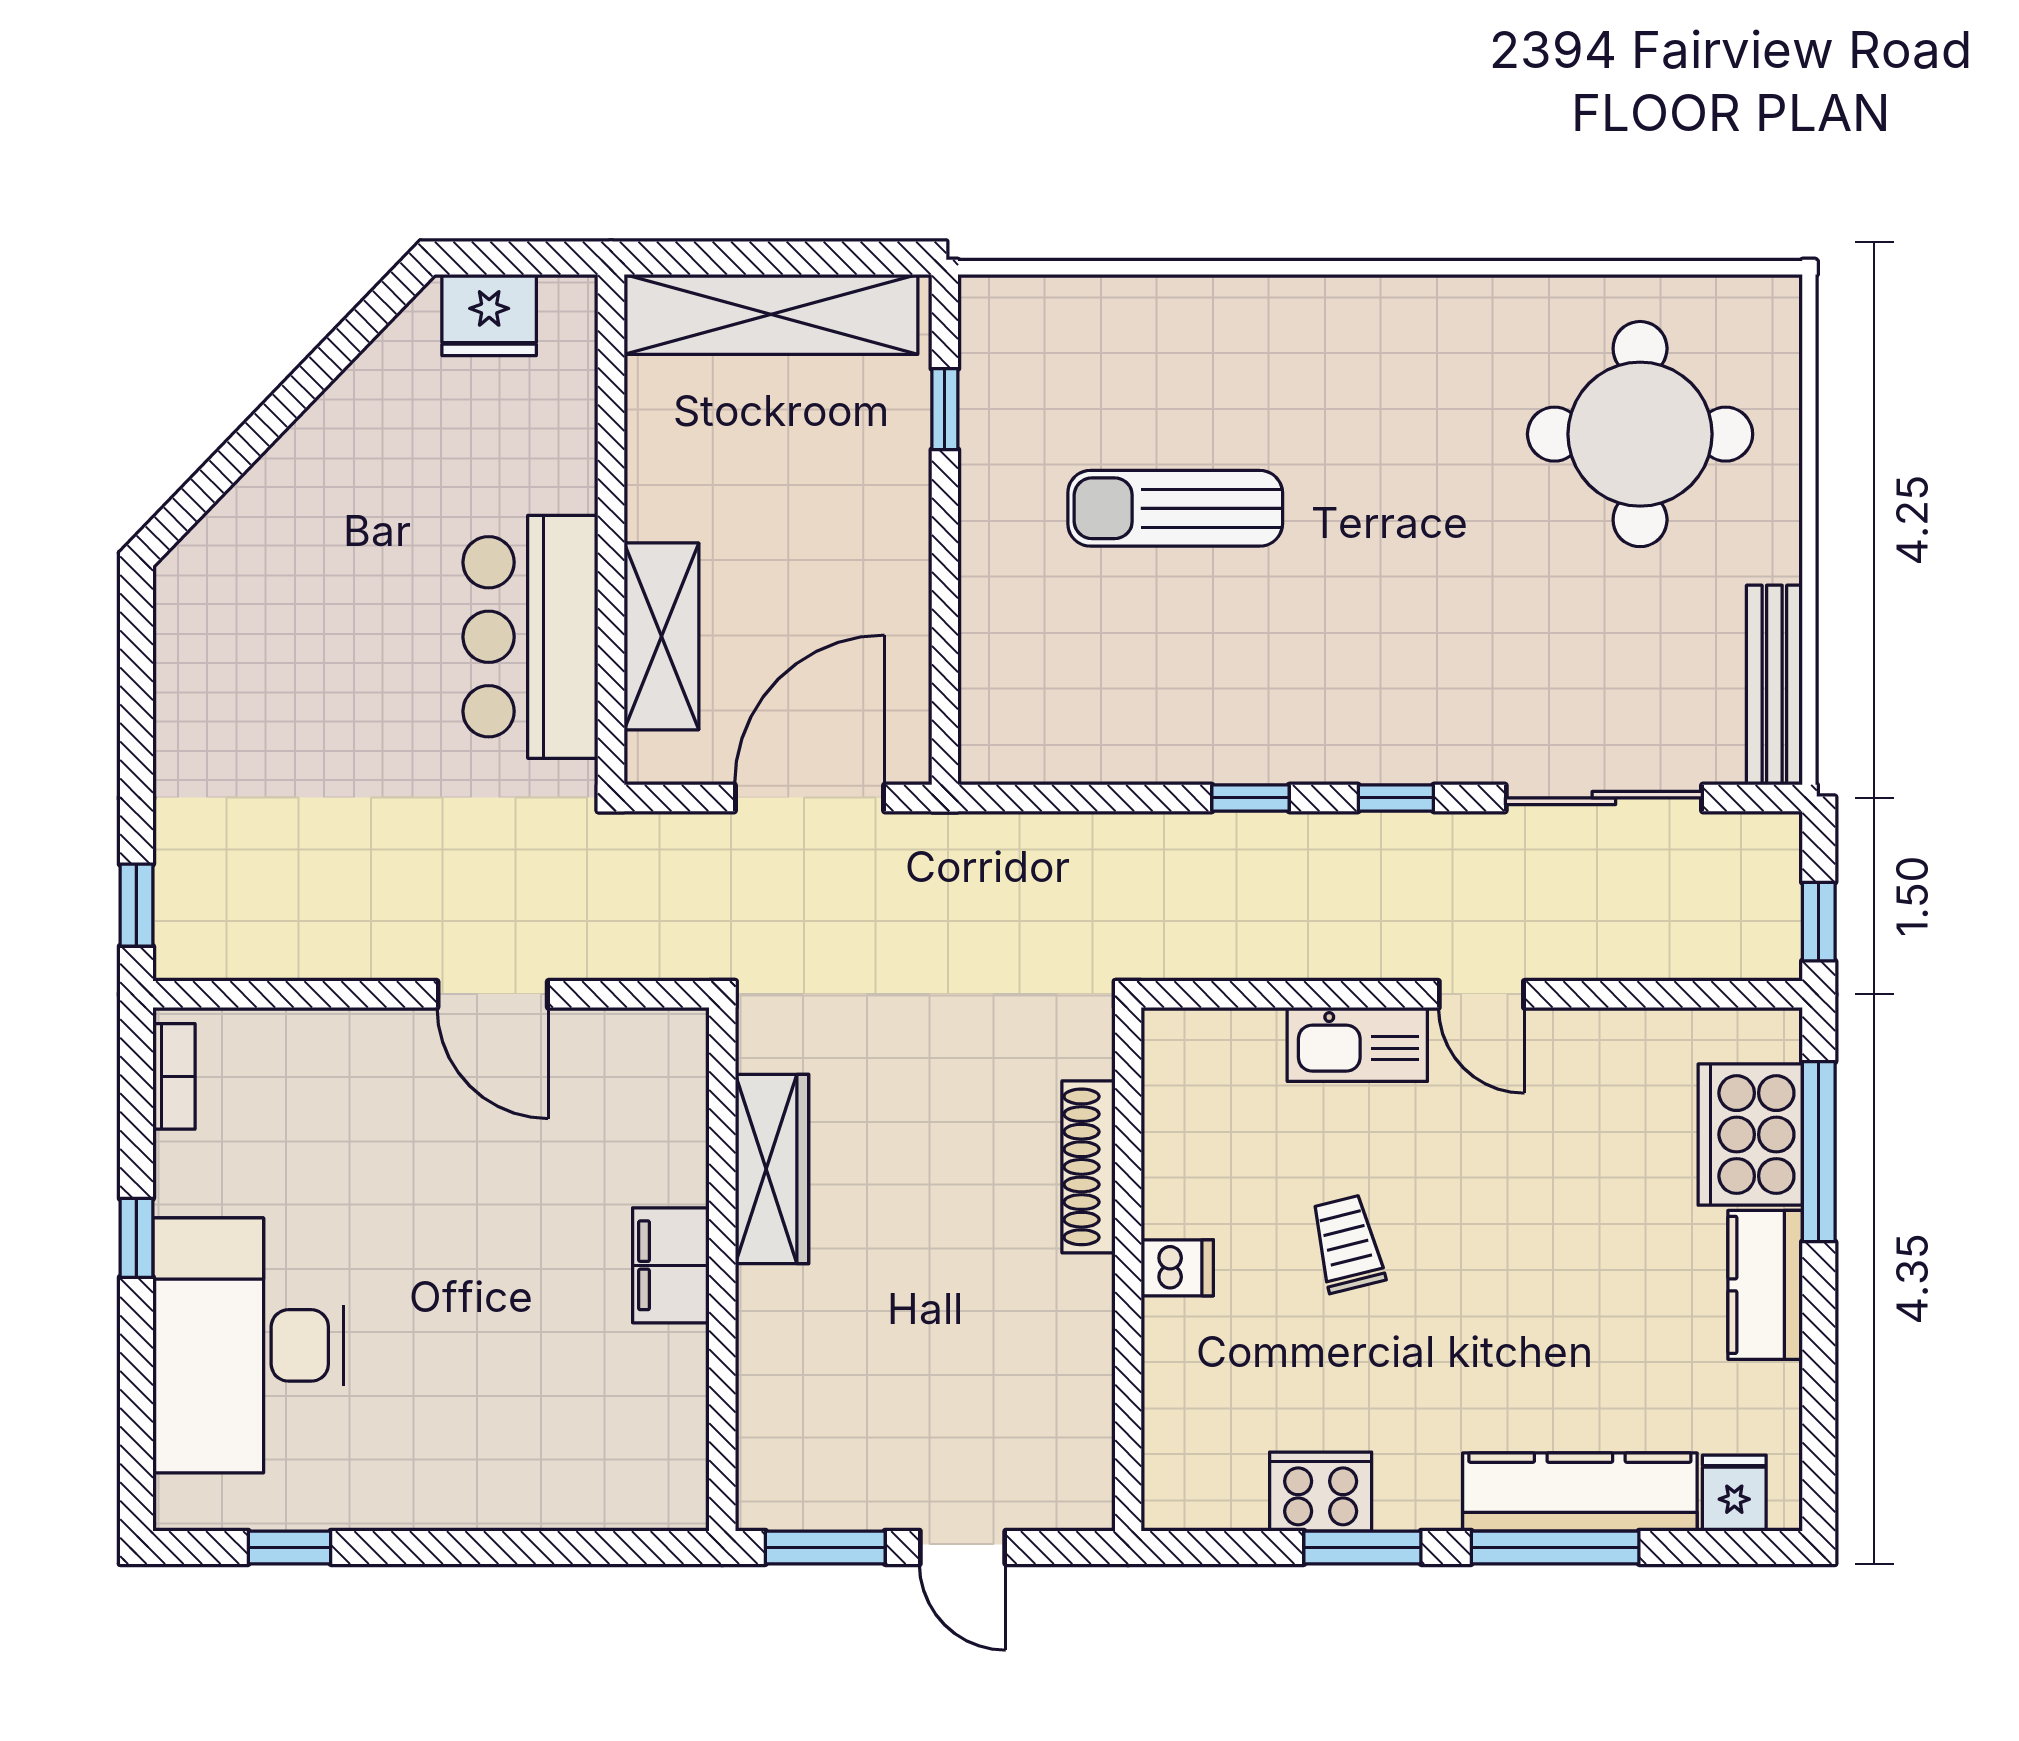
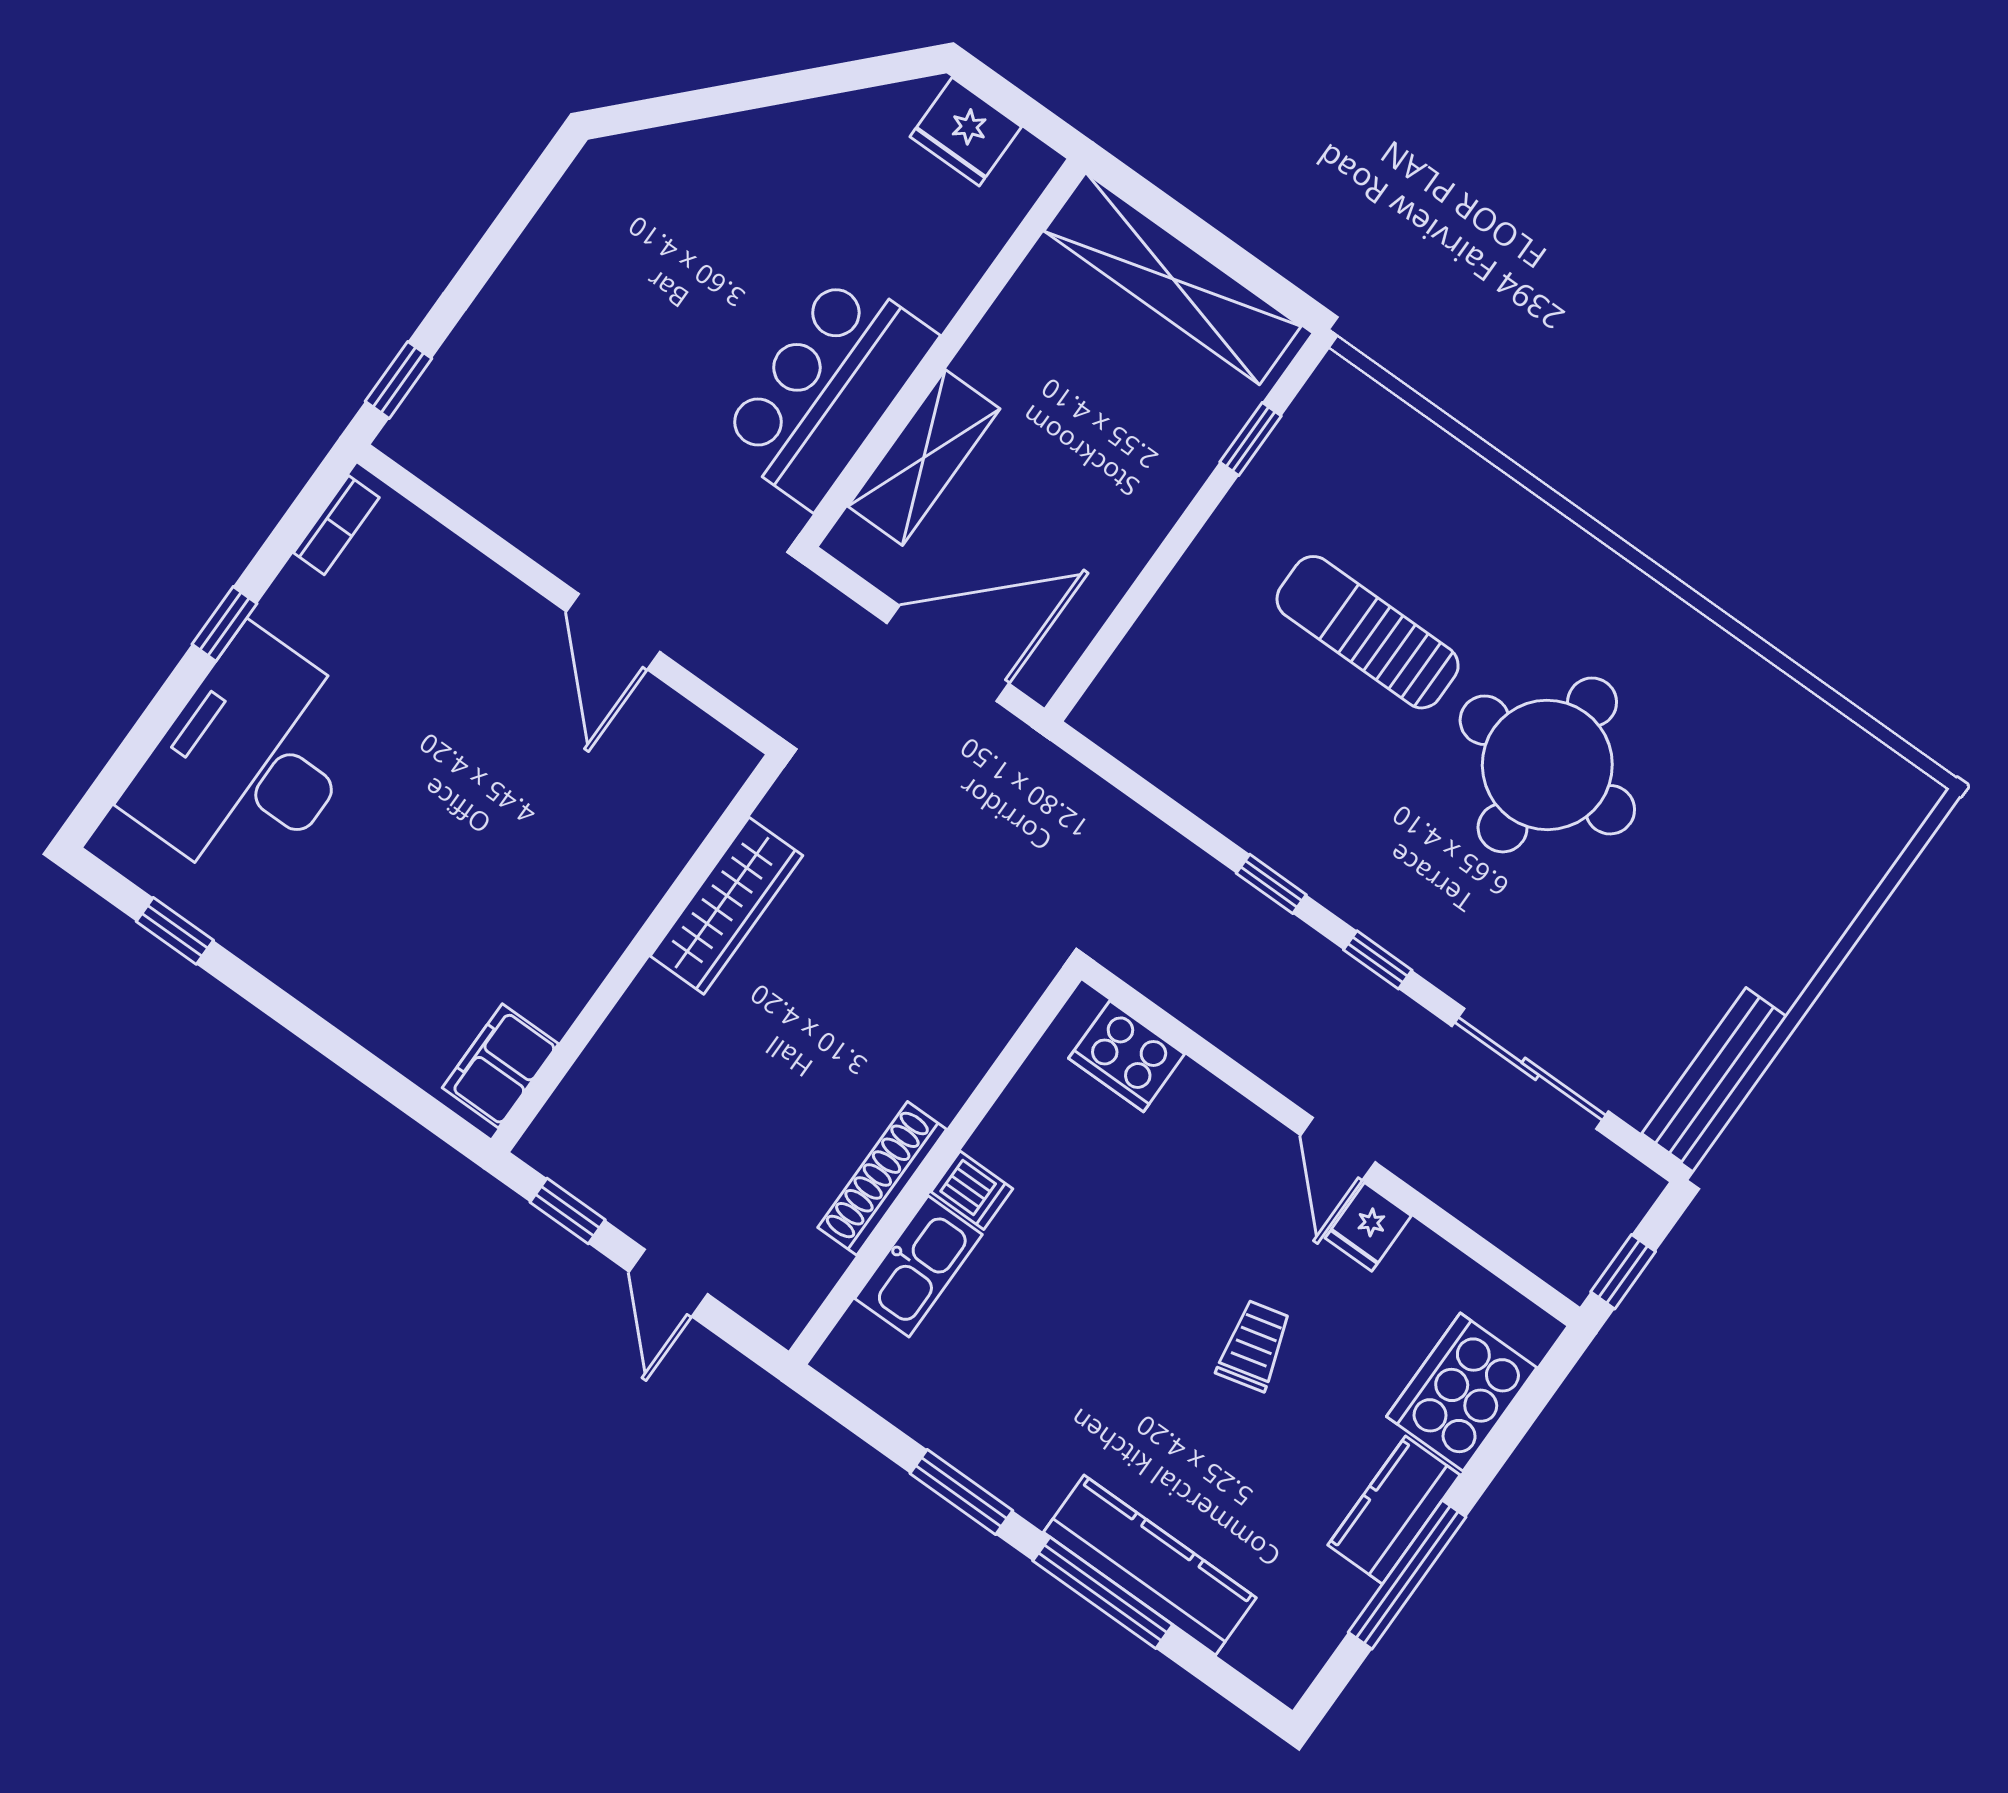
round table: (1640, 434) -> (1547, 765), moved
kitchen sink: (1357, 1044) -> (918, 1266), moved, turned -90
window: (1819, 1152) -> (1407, 1575), moved
shoe rack: (1088, 1167) -> (882, 1178), moved
trolley: (1347, 1244) -> (1254, 1346), moved
filing cabinet: (671, 1265) -> (500, 1066), moved
cooker: (1321, 1492) -> (1127, 1056), moved, turned 180
fridge: (1734, 1493) -> (1368, 1227), moved, turned 180
window: (825, 1547) -> (568, 1211), width x0.67

